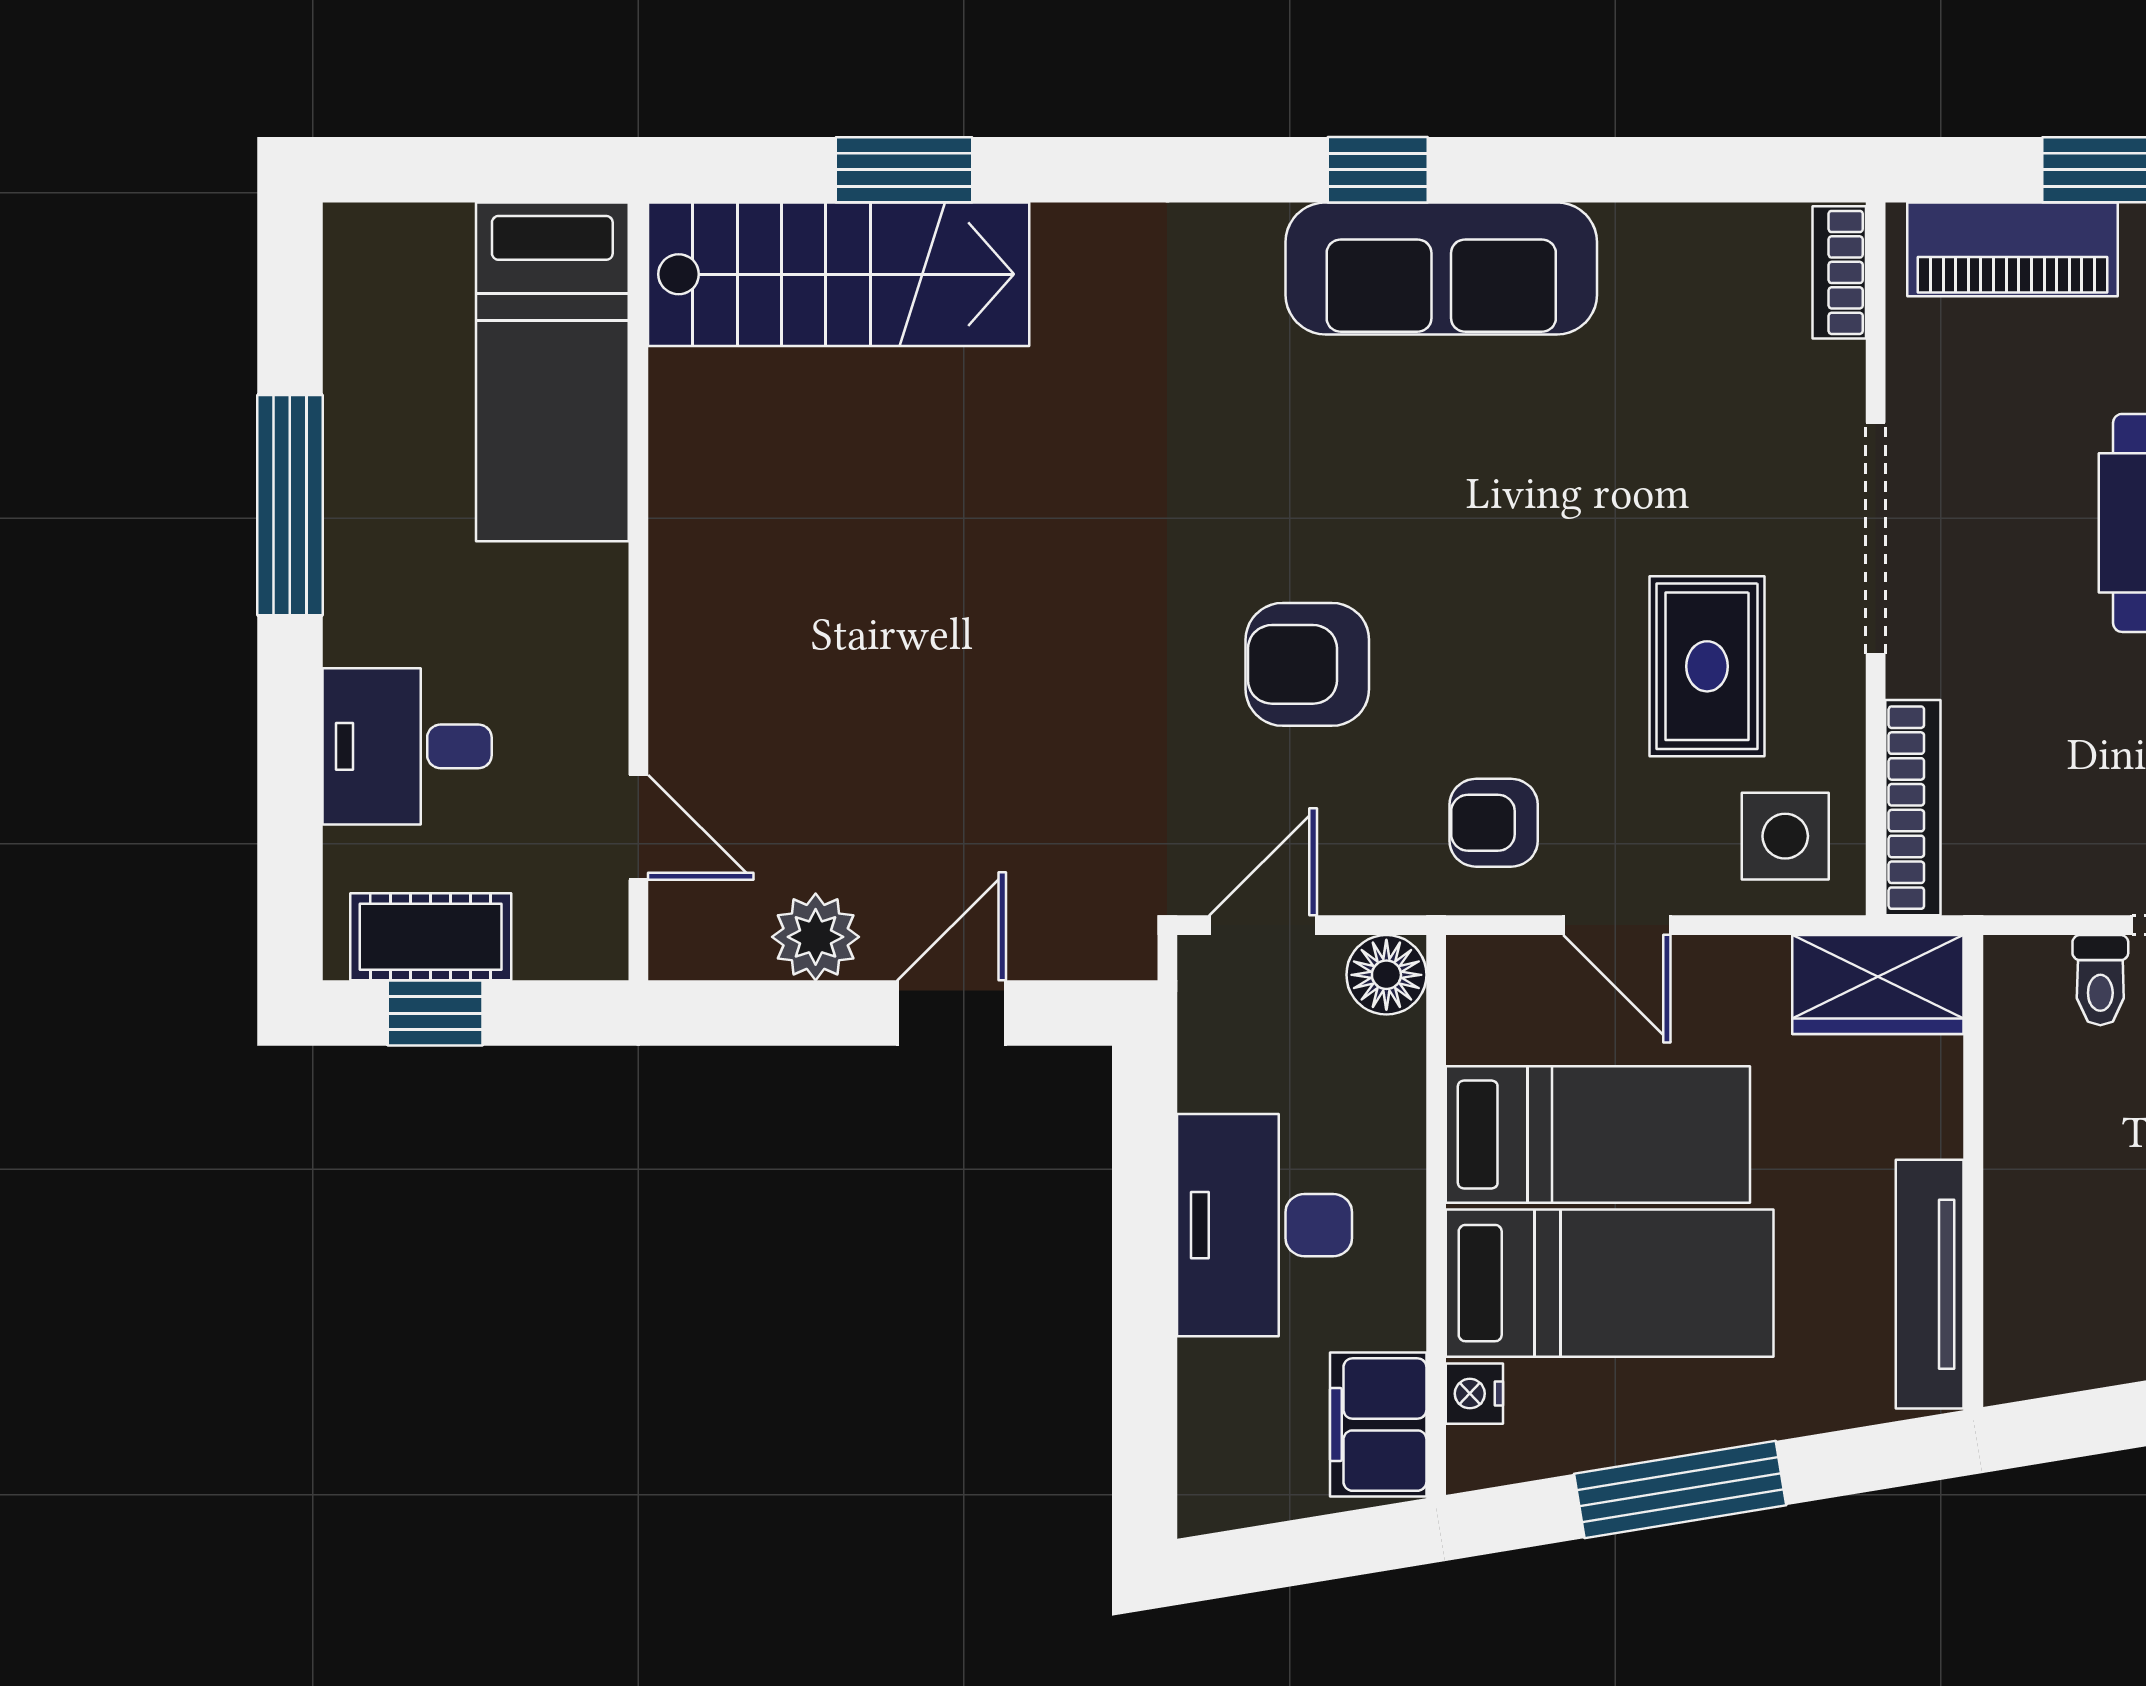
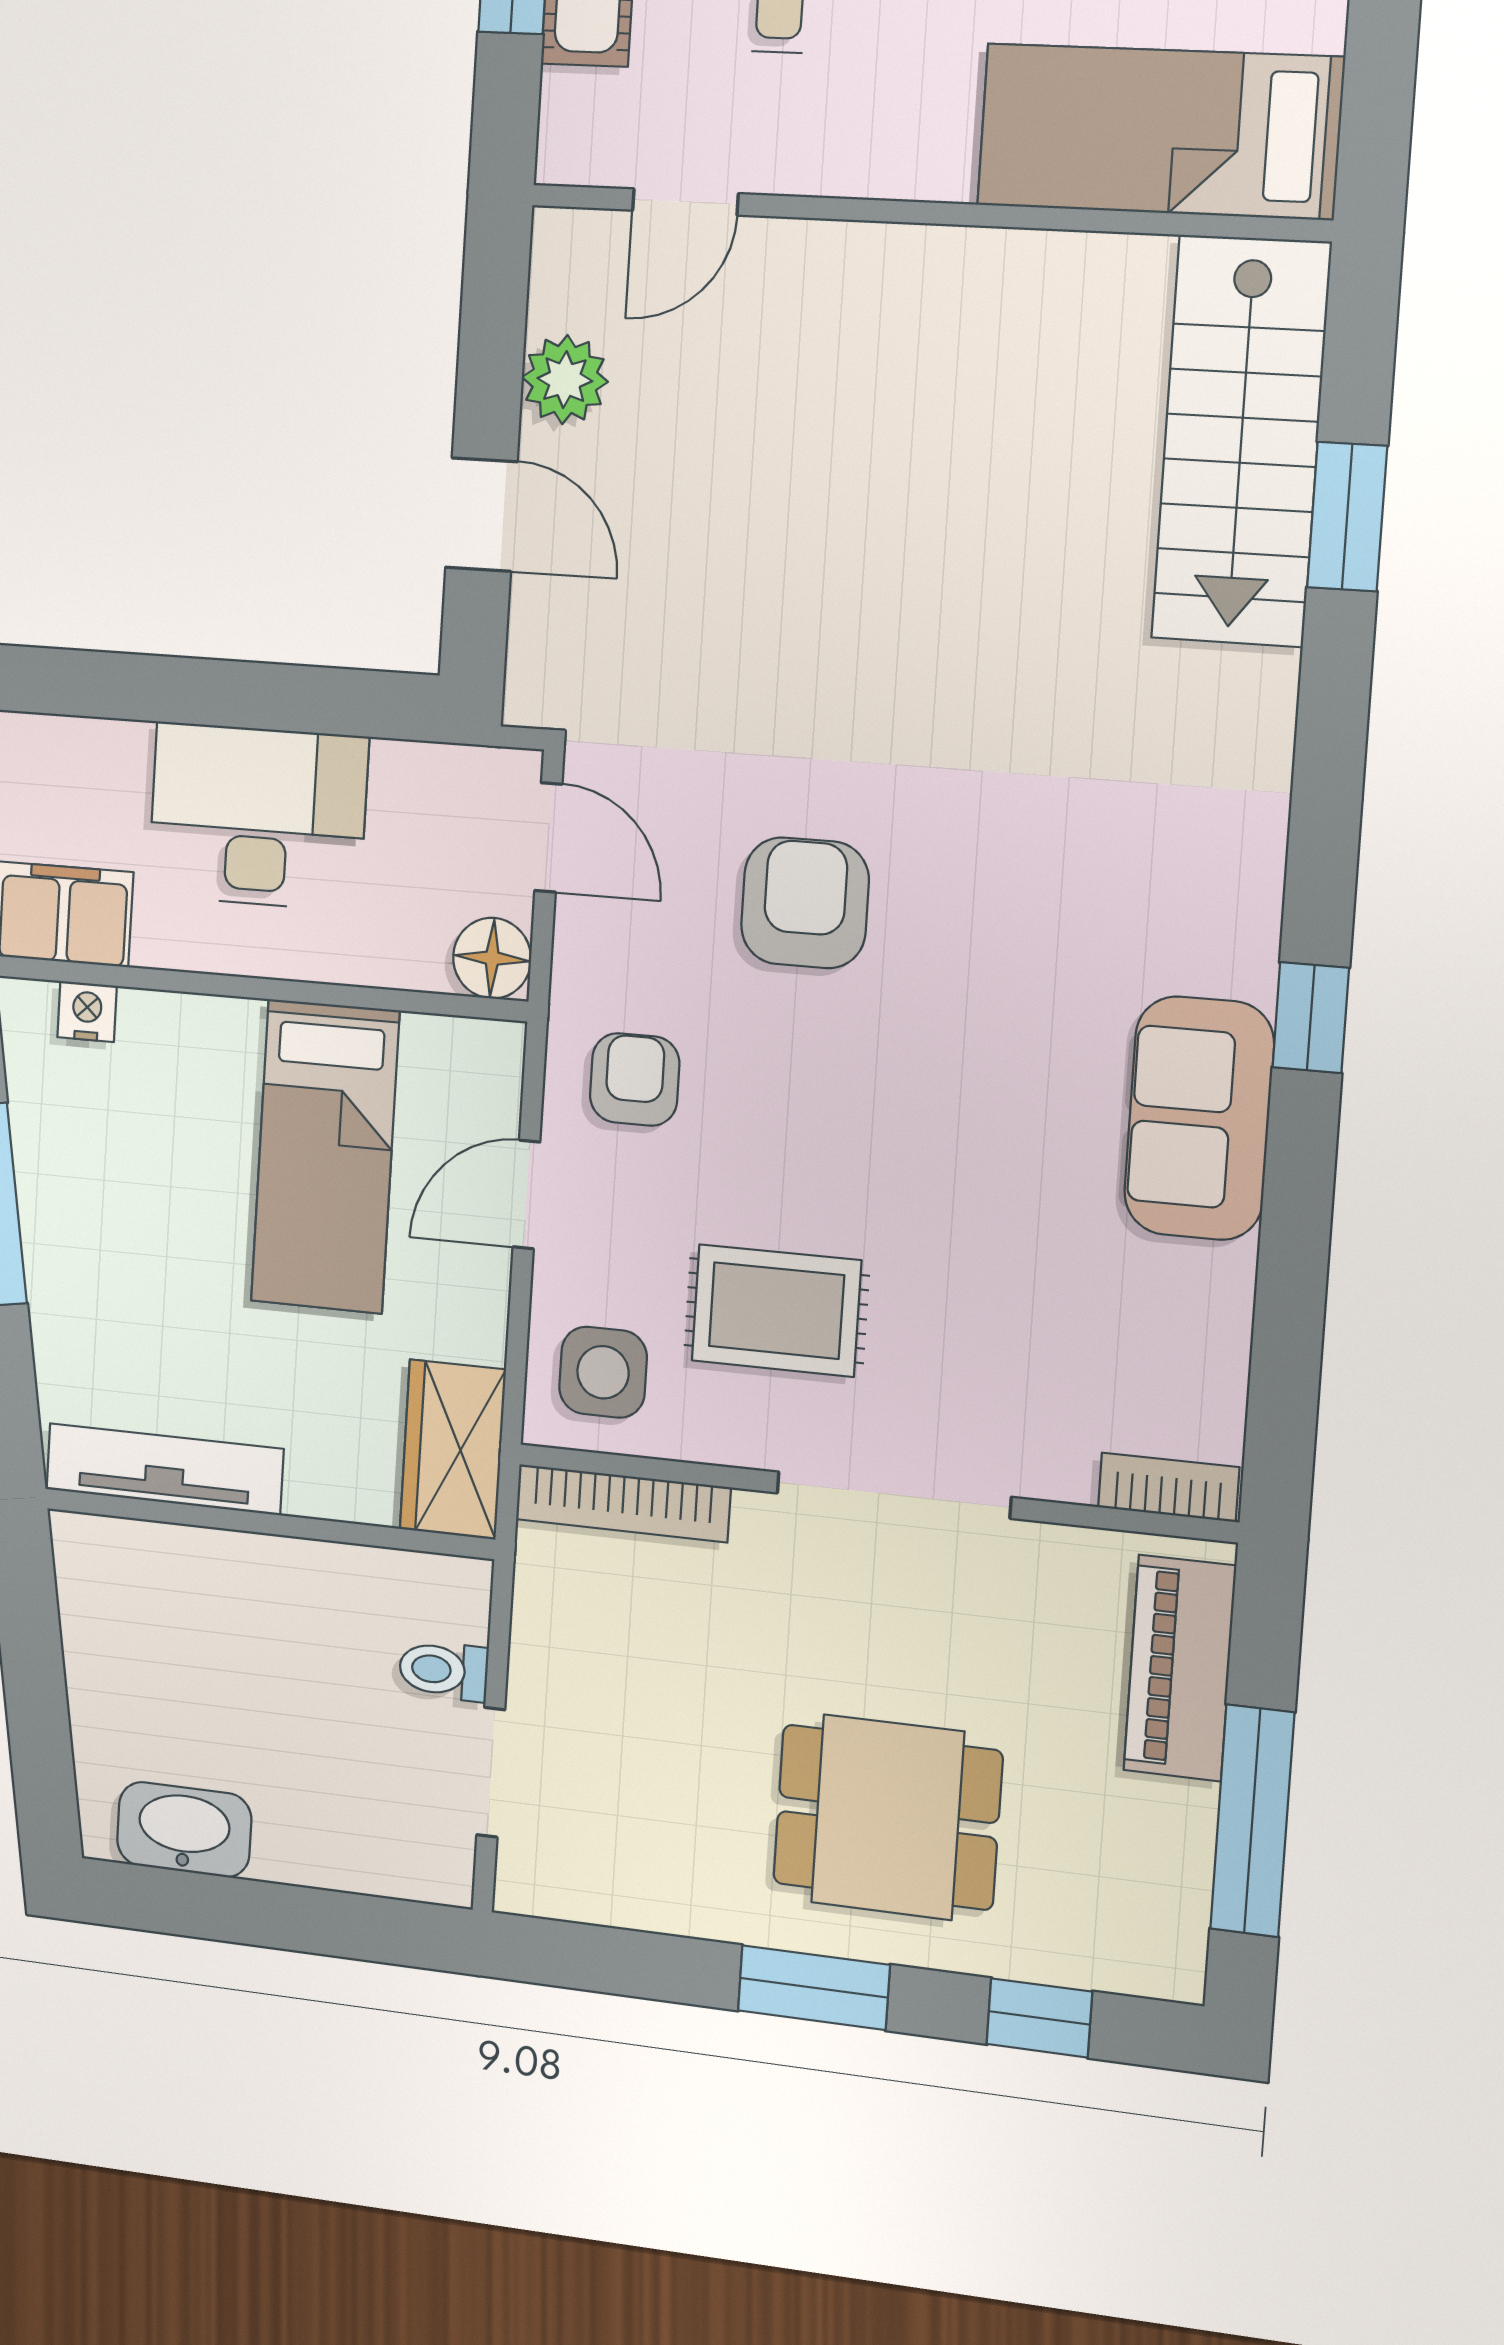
sofa: (1441, 268) -> (1199, 1118), width x0.73
bed: (1610, 1283) -> (183, 1155), removed

